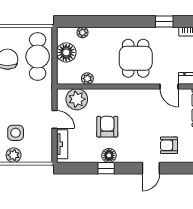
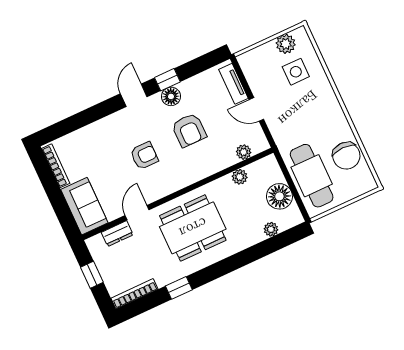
dining table: (136, 58) -> (193, 228), width x1.38
door: (169, 86) -> (137, 213), hinge flipped
plant: (77, 99) -> (244, 152), width x0.53, depth x0.53
armchair: (169, 145) -> (144, 156), moved
door: (151, 168) -> (134, 95), moved

